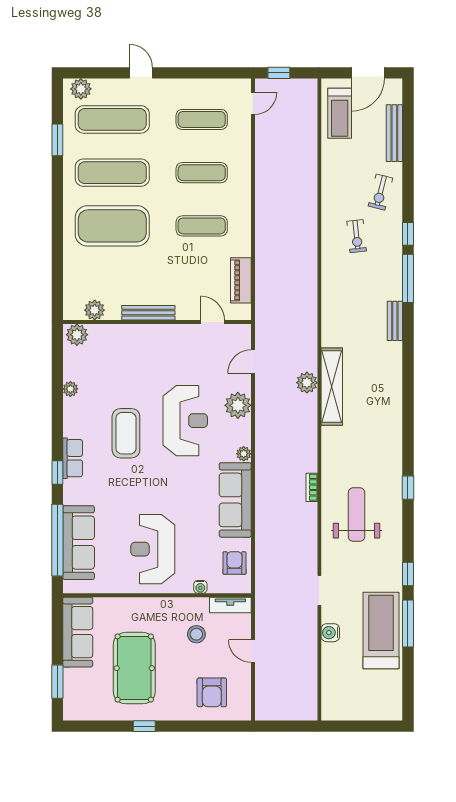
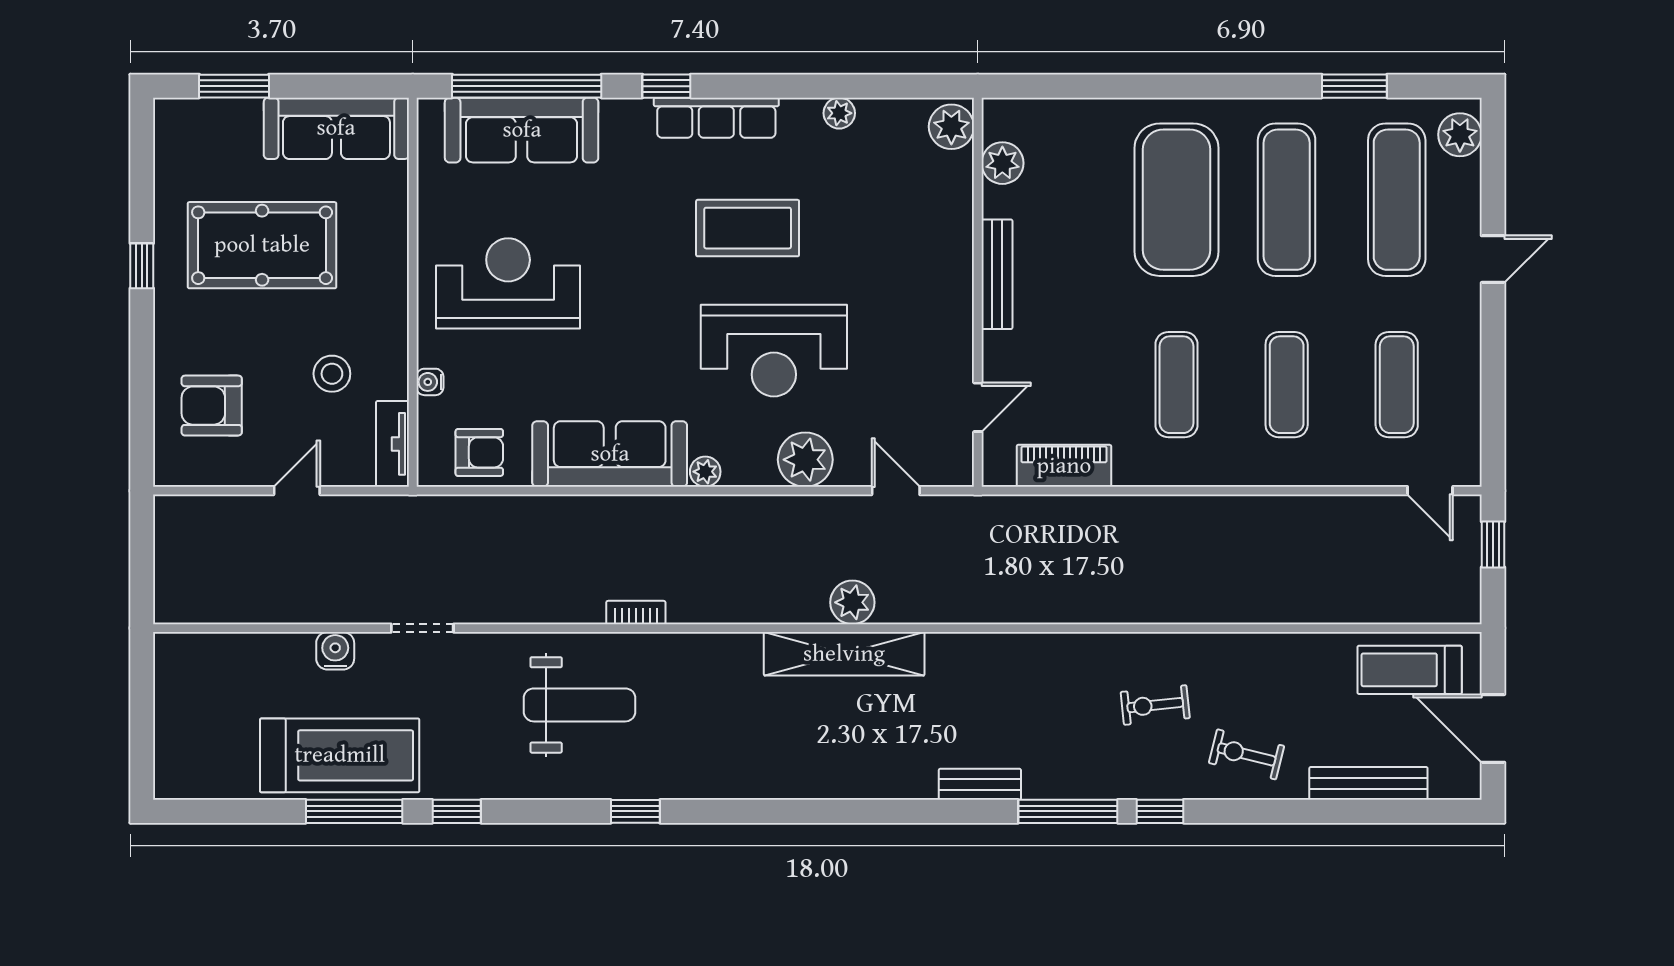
row of seats: (73, 458) -> (716, 118), width x1.48

